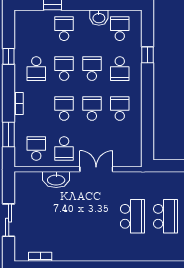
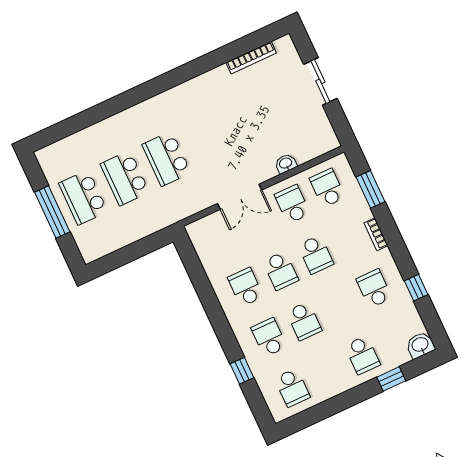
washbasin: (99, 18) -> (420, 345), moved
school desk: (64, 69) -> (339, 305), removed
school desk: (120, 109) -> (246, 287), turned 180
school desk: (36, 148) -> (327, 188), turned 180
washbasin: (56, 180) -> (286, 164), width x0.52, depth x0.69
bookcase: (40, 257) -> (251, 58), width x1.56

